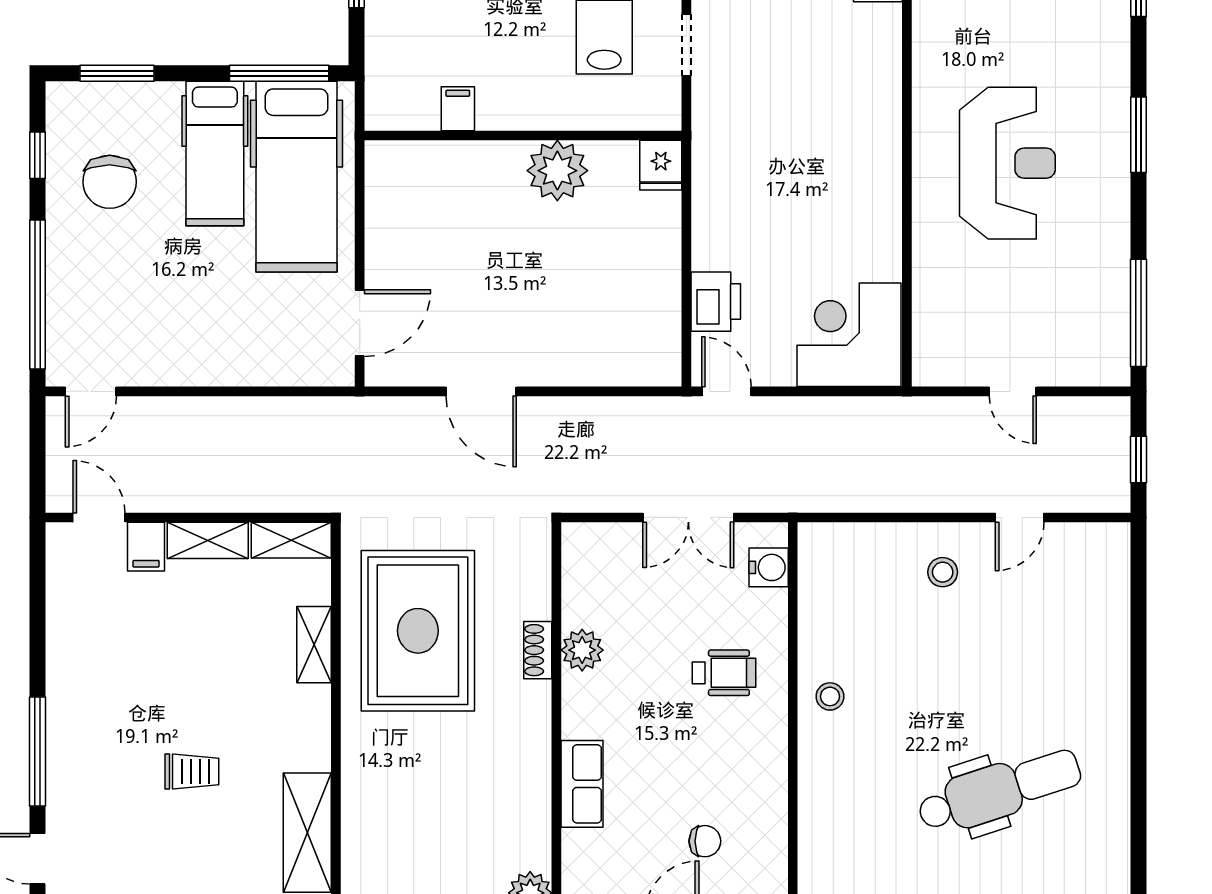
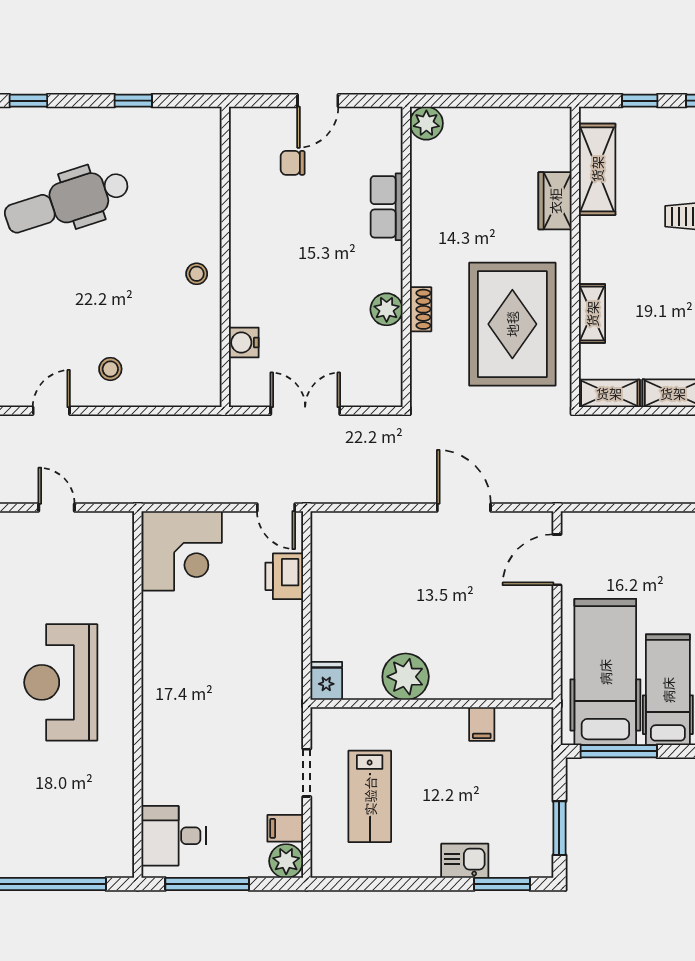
water cooler: (769, 567) -> (244, 343), moved
wheelchair: (724, 673) -> (278, 292), removed
wardrobe: (362, 792) -> (555, 201), added

